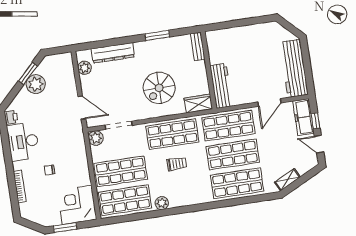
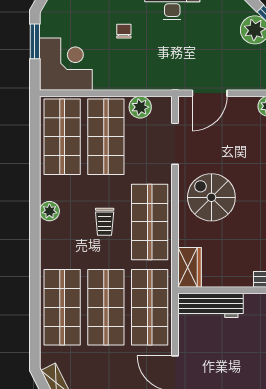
spiral stairs: (159, 88) -> (211, 197), moved
plant: (96, 138) -> (140, 107), moved
plant: (162, 203) -> (49, 211), moved

